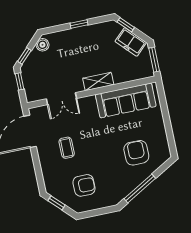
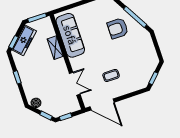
freezer: (131, 42) -> (24, 40), width x1.40
shelving: (98, 82) -> (55, 48), moved
armchair: (136, 153) -> (118, 28), moved
armchair: (84, 185) -> (138, 59), removed

